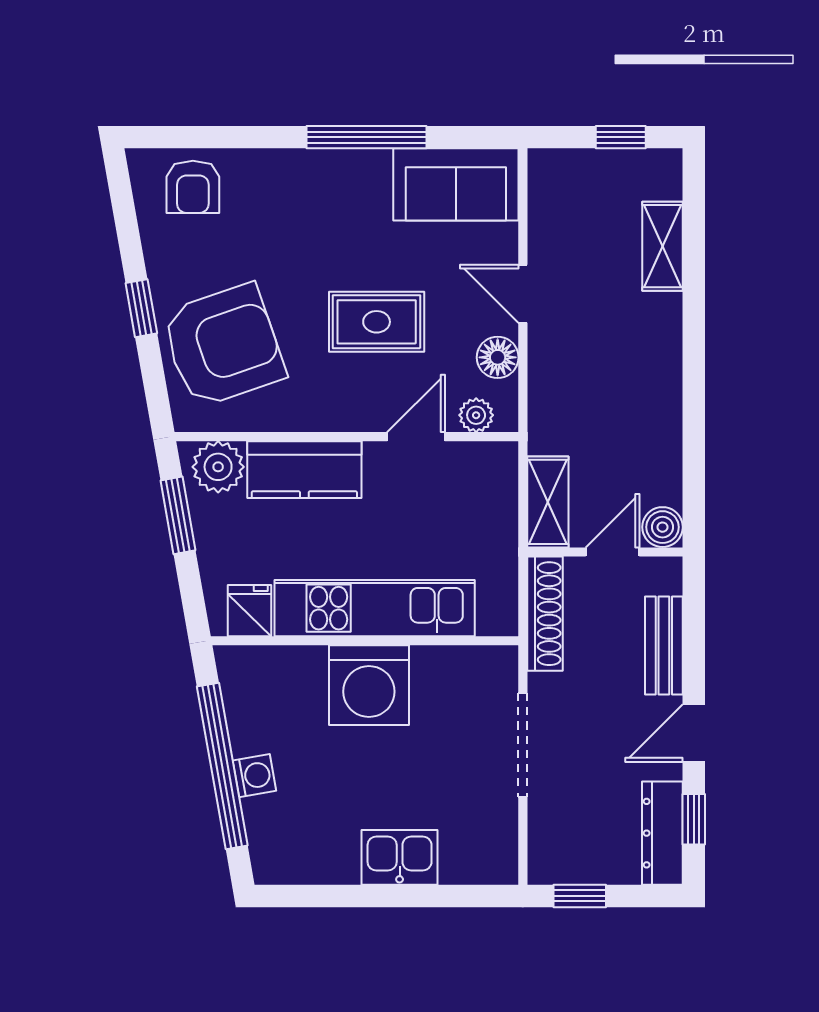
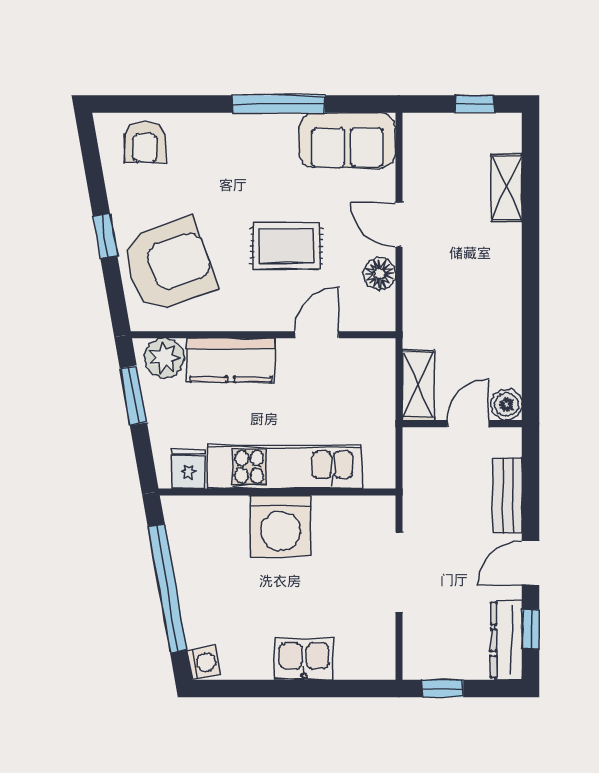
plant: (476, 415) -> (363, 318), removed
shoe rack: (545, 614) -> (416, 471), removed
washing machine: (254, 776) -> (204, 663), moved

